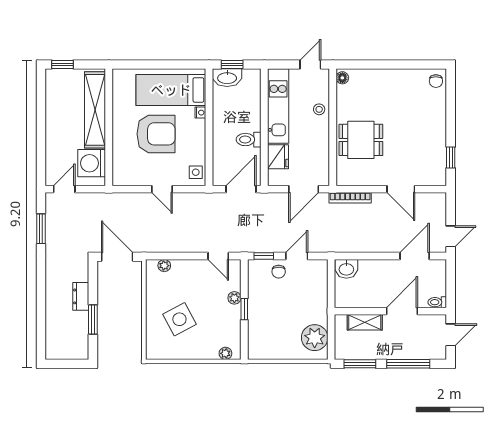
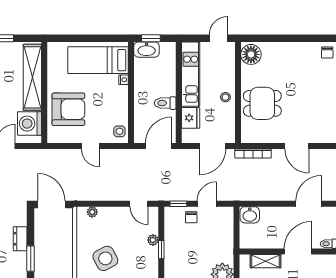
floor lamp: (342, 78) -> (251, 54), width x1.89, depth x1.89
stool: (319, 109) -> (225, 97), moved
armchair: (156, 134) -> (68, 109), moved

